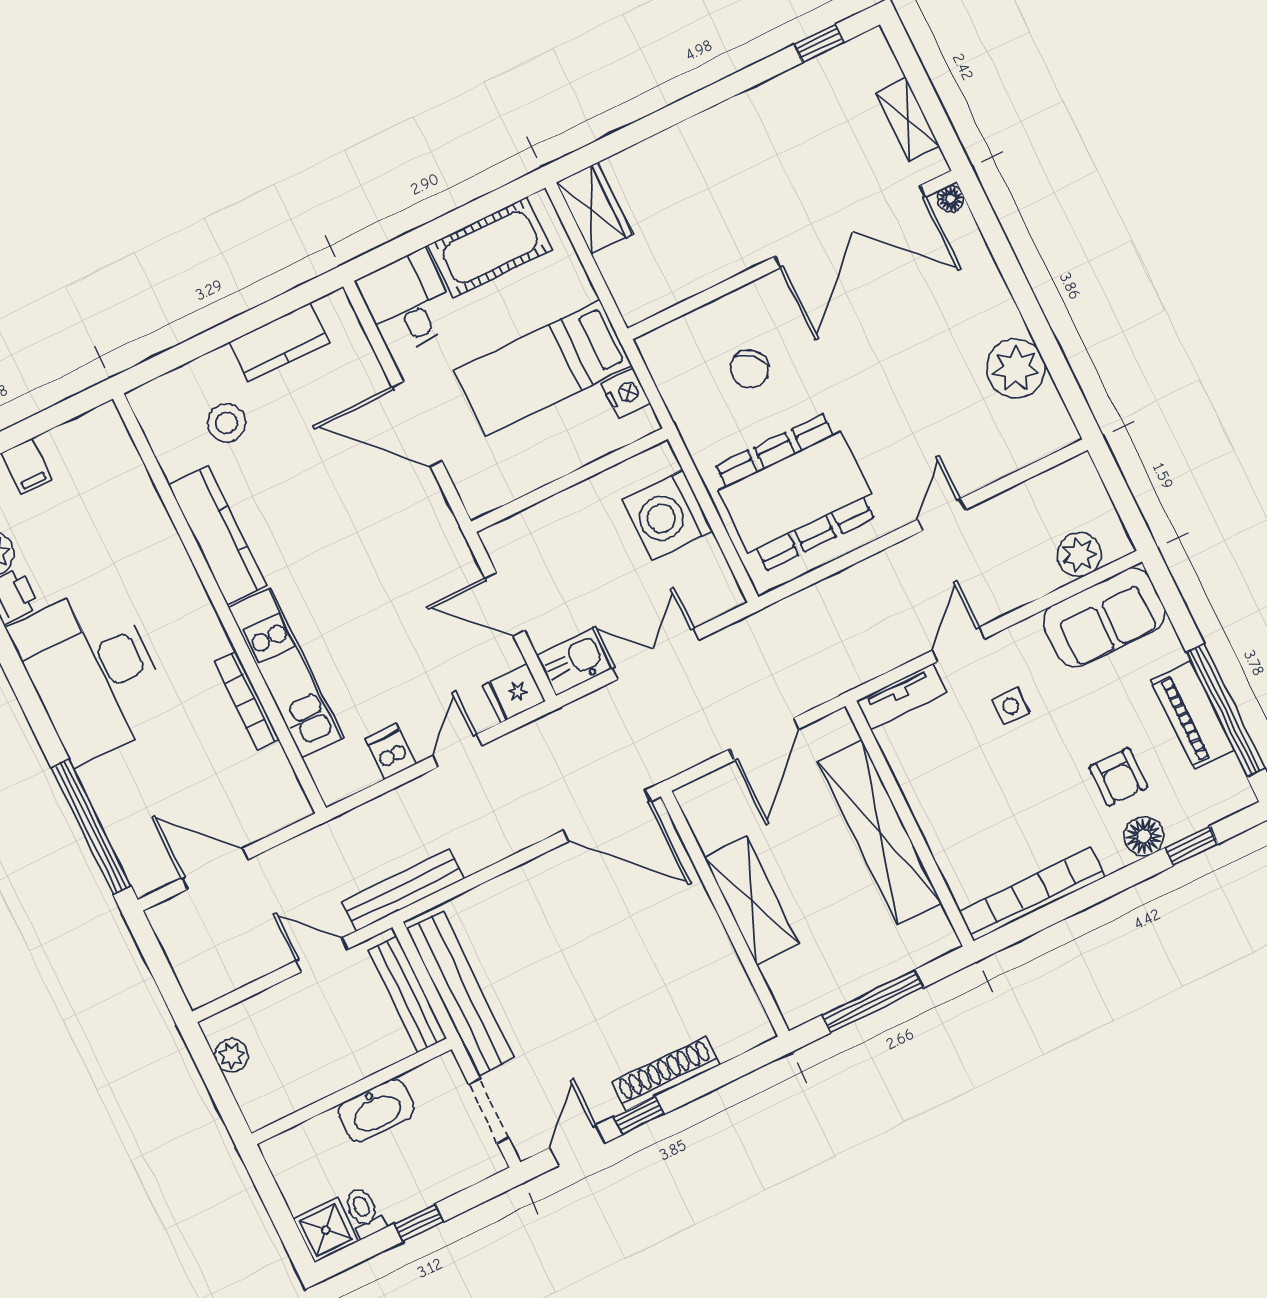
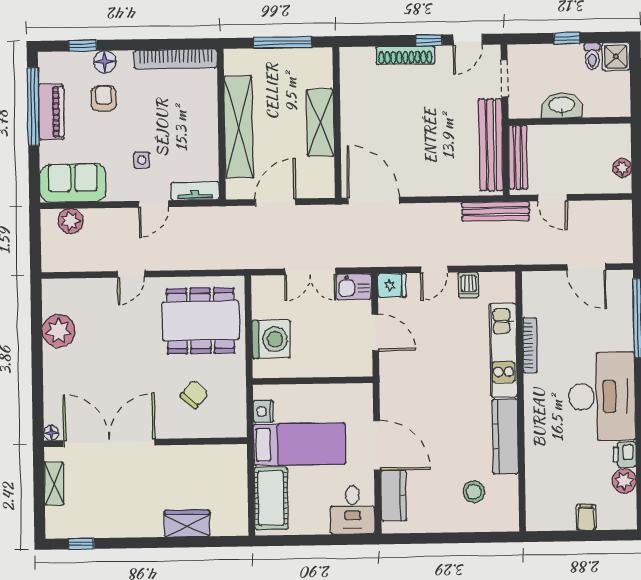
wardrobe: (594, 208) -> (187, 523), moved, turned 90
cot: (490, 247) -> (271, 498), moved, turned 90
kitchen counter: (279, 342) -> (394, 496), moved, turned 90

